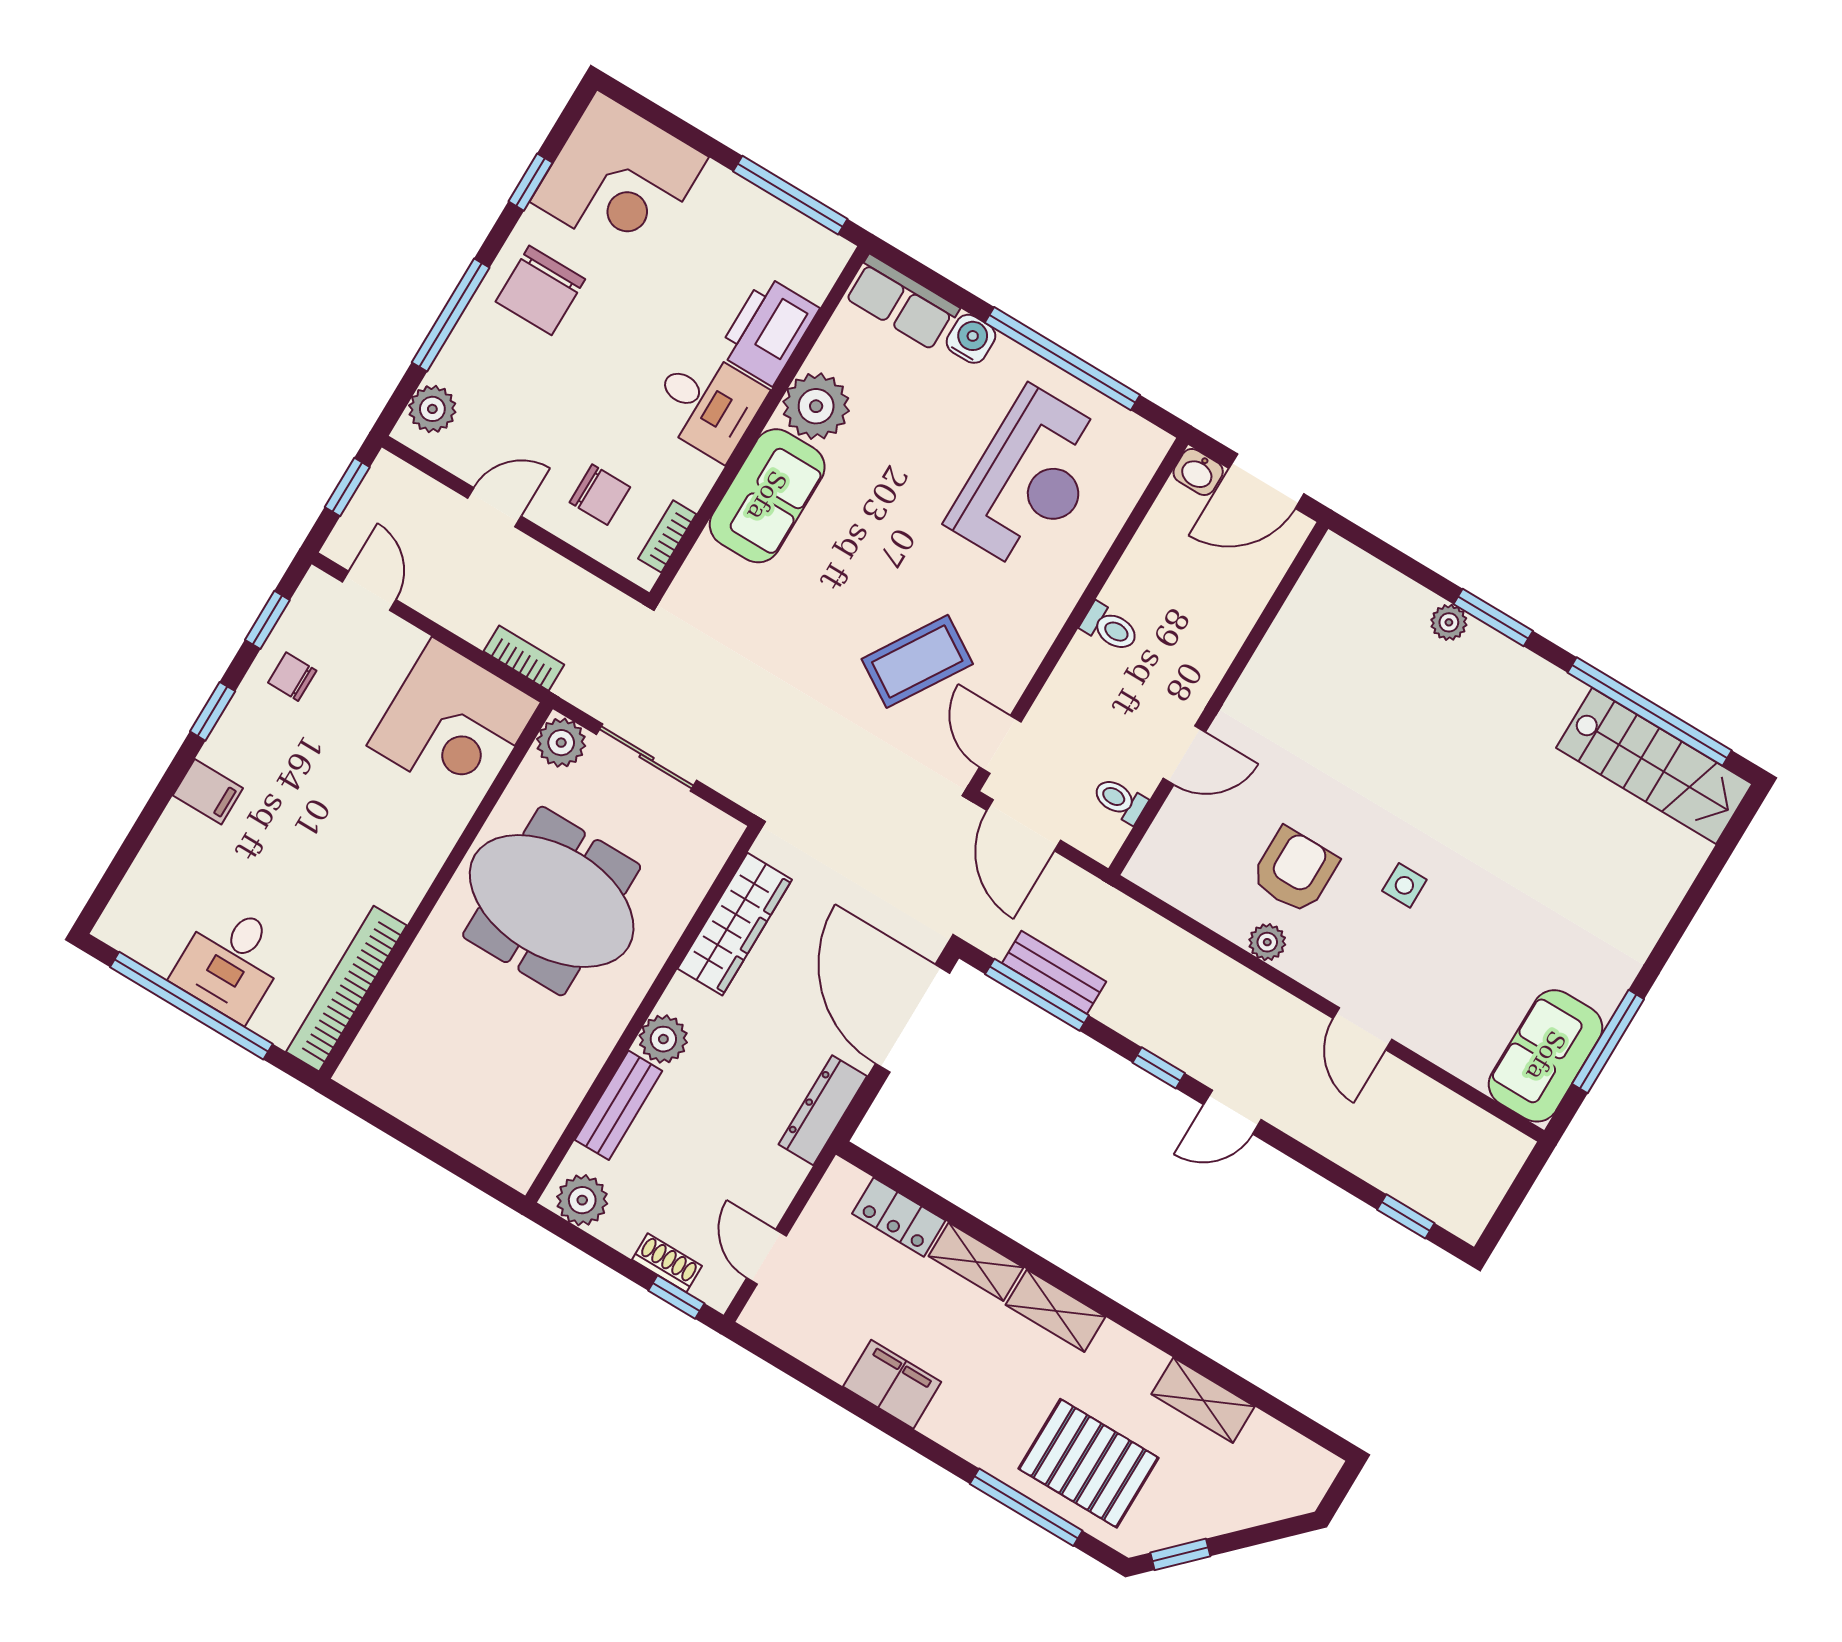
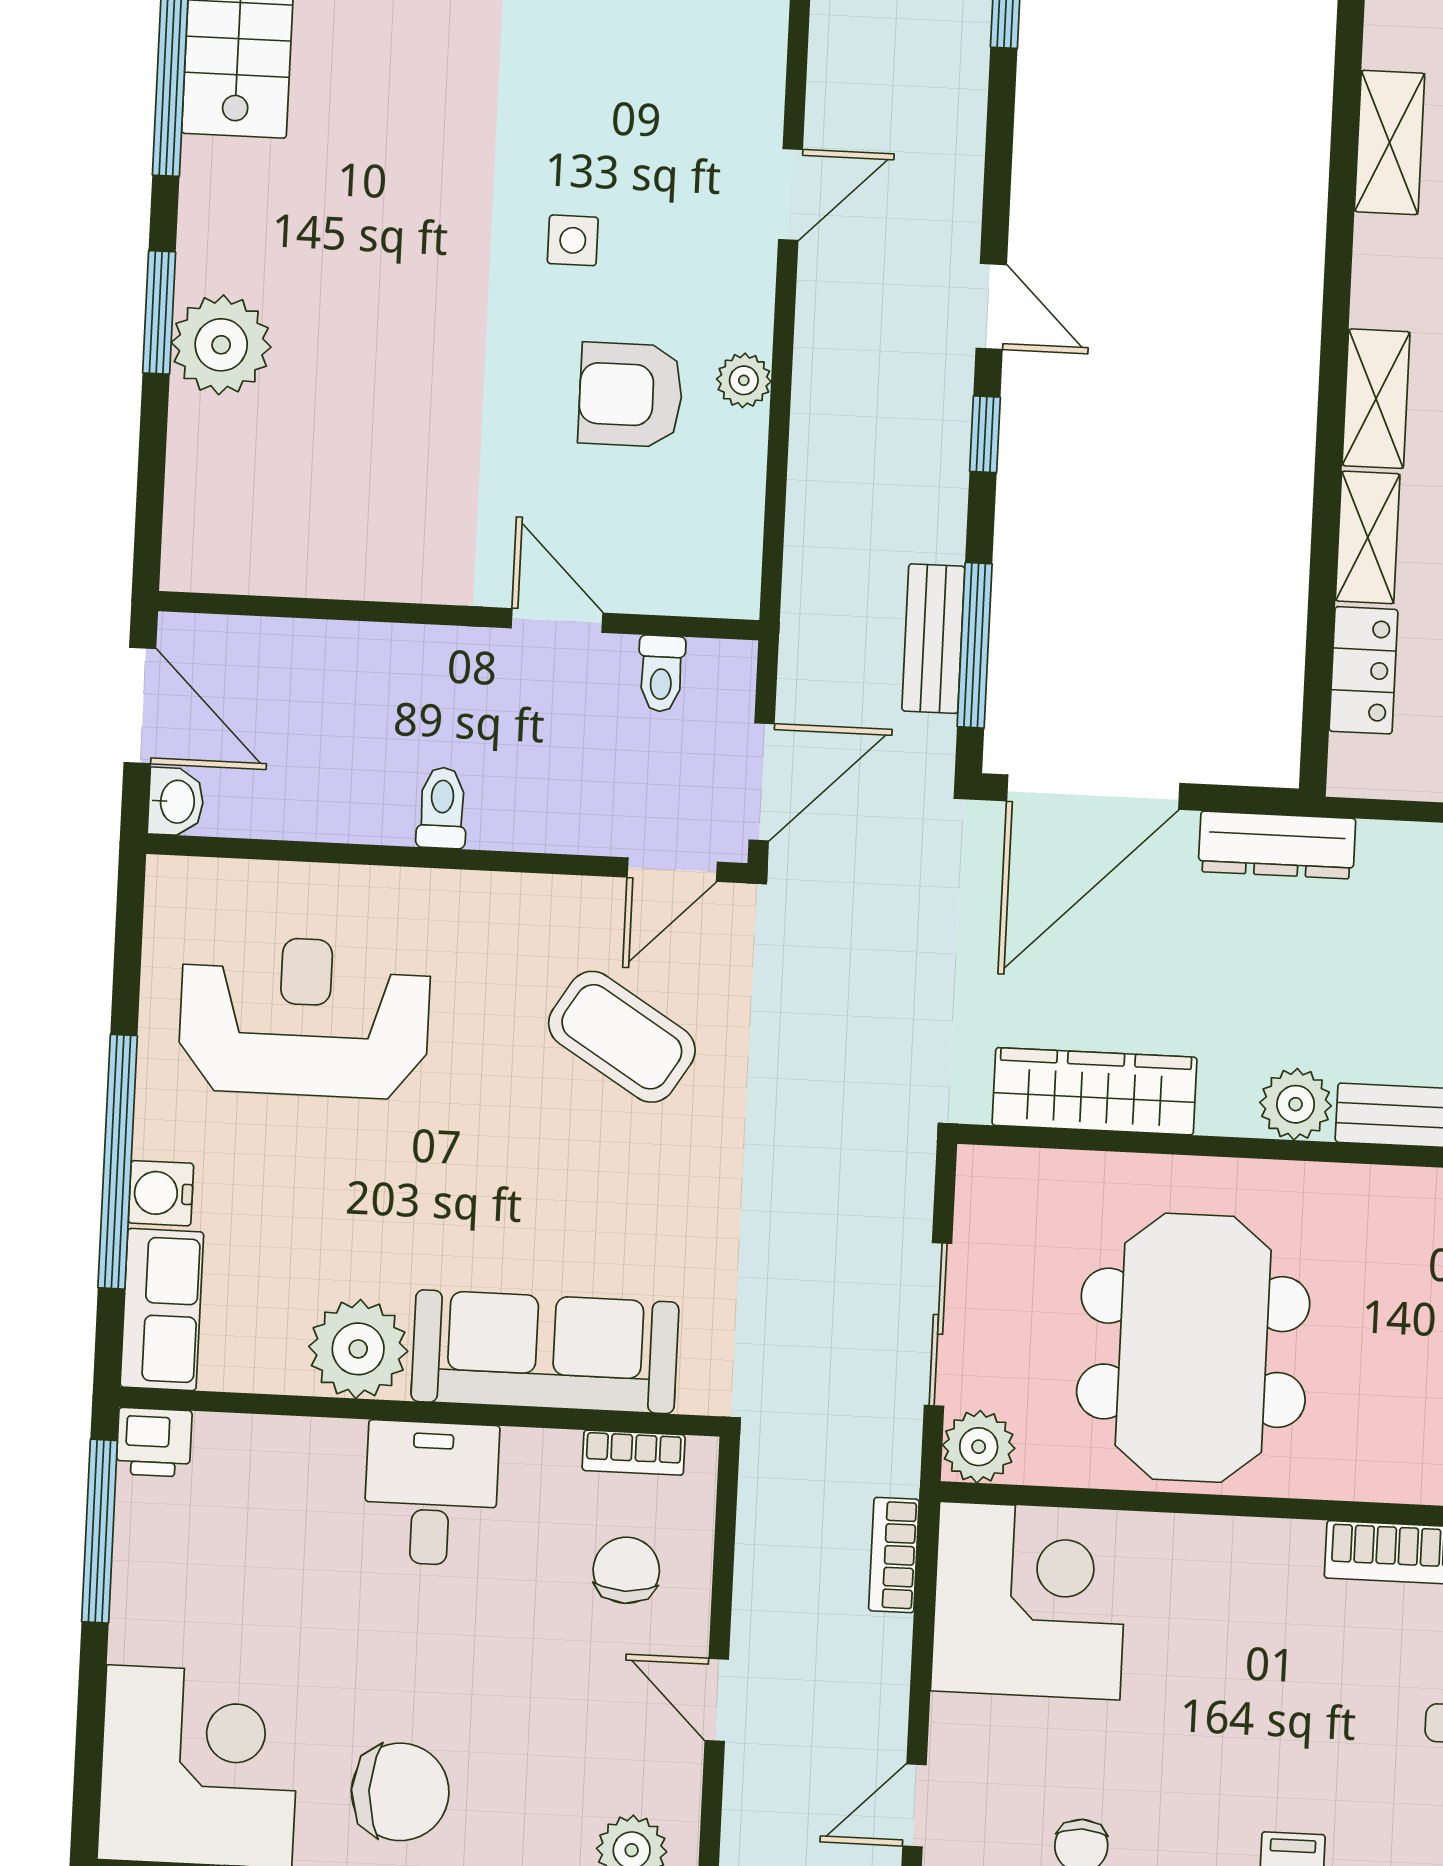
printer: (768, 331) -> (154, 1442), moved, width x0.53, depth x0.68
window: (1062, 359) -> (118, 1162), moved
sofa: (767, 496) -> (545, 1352), width x1.36
plant: (1449, 622) -> (221, 345), width x1.88, depth x1.88

